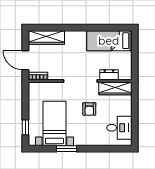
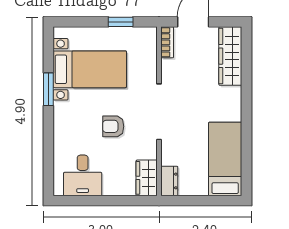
dresser: (109, 75) -> (169, 181), moved
wardrobe: (115, 89) -> (147, 178), width x0.67
window: (25, 127) -> (121, 22), moved

